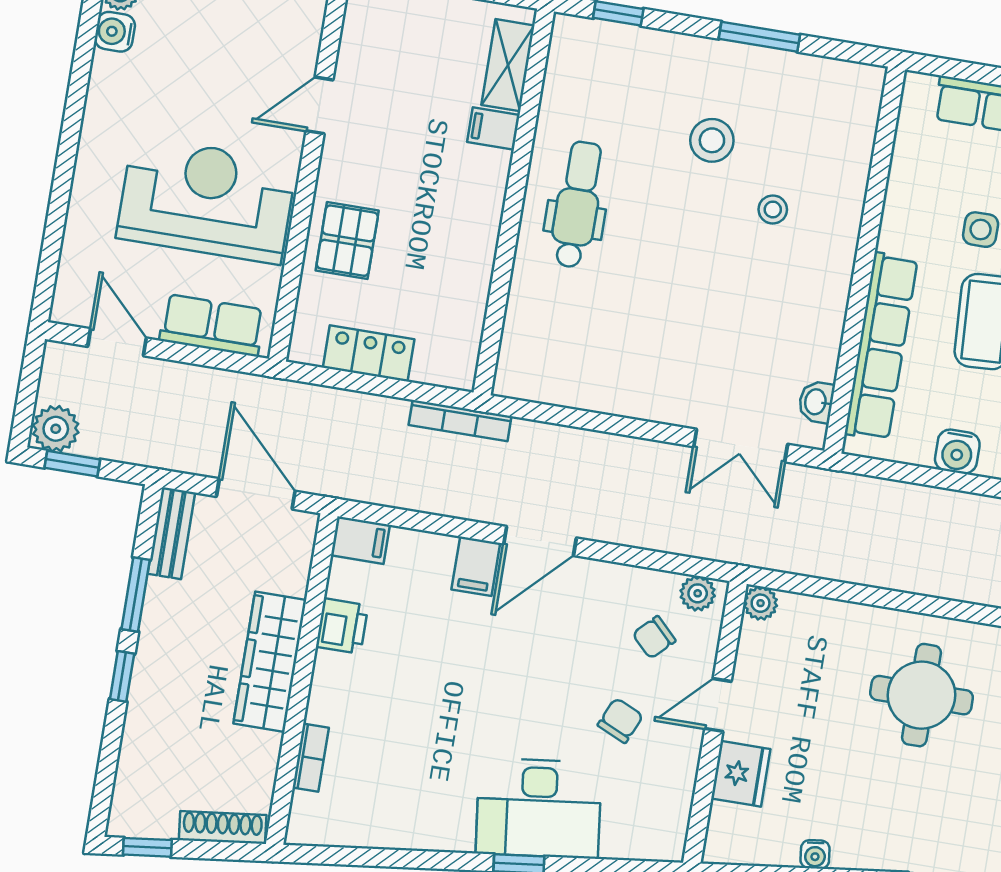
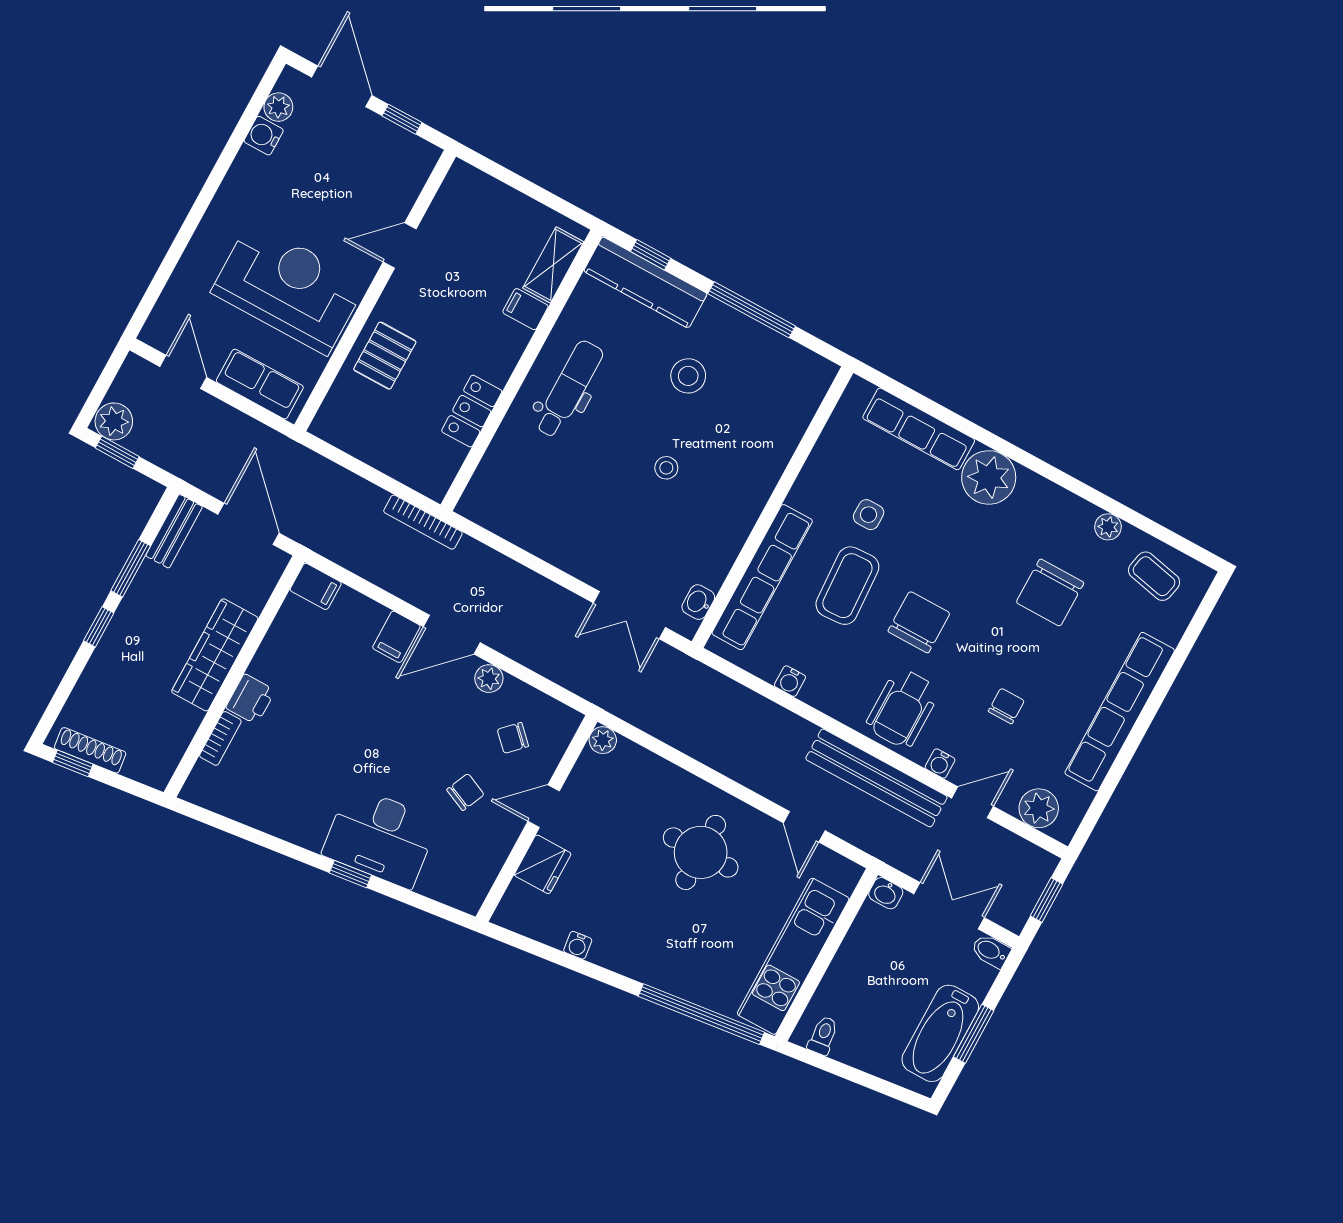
window: (759, 37) -> (752, 310), width x1.44
kitchen counter: (623, 48) -> (645, 282), added
stool: (773, 209) -> (666, 468), moved
locker: (369, 353) -> (472, 411), moved, turned -90
water cooler: (957, 452) -> (790, 681), width x0.72, depth x0.72
plant: (698, 593) -> (489, 679), moved
printer: (342, 626) -> (251, 699), moved
shoe rack: (223, 828) -> (90, 750), moved

